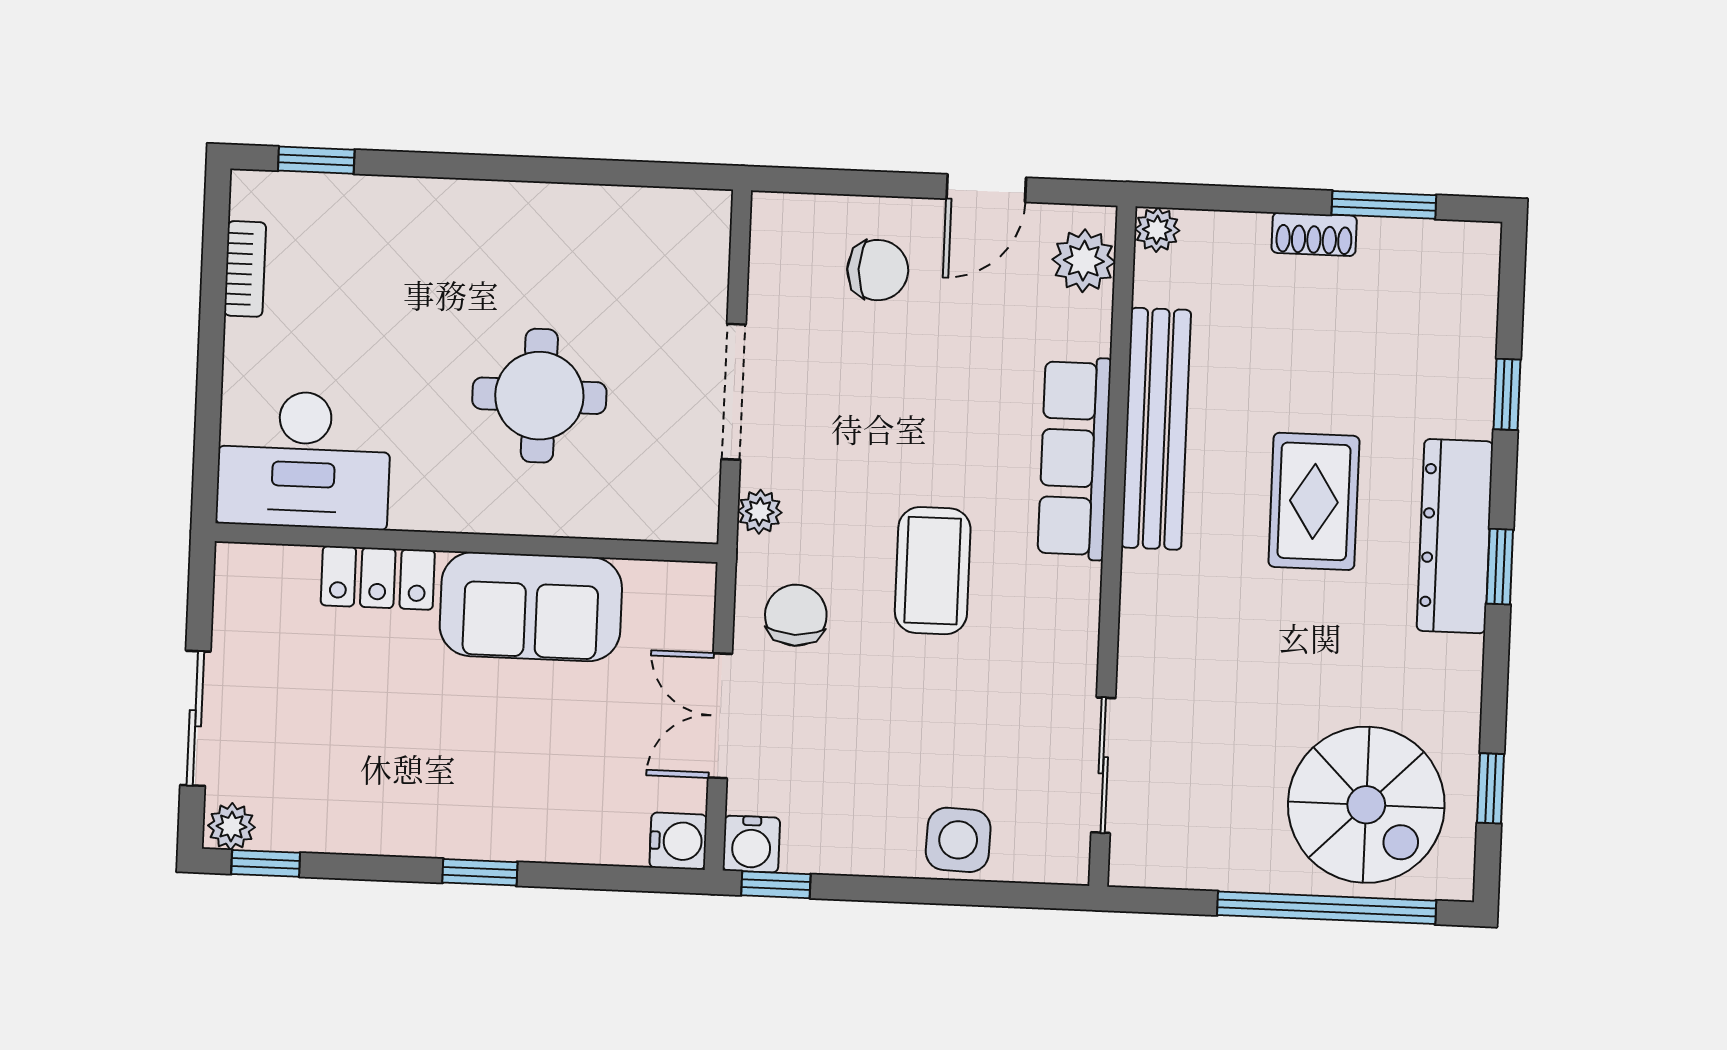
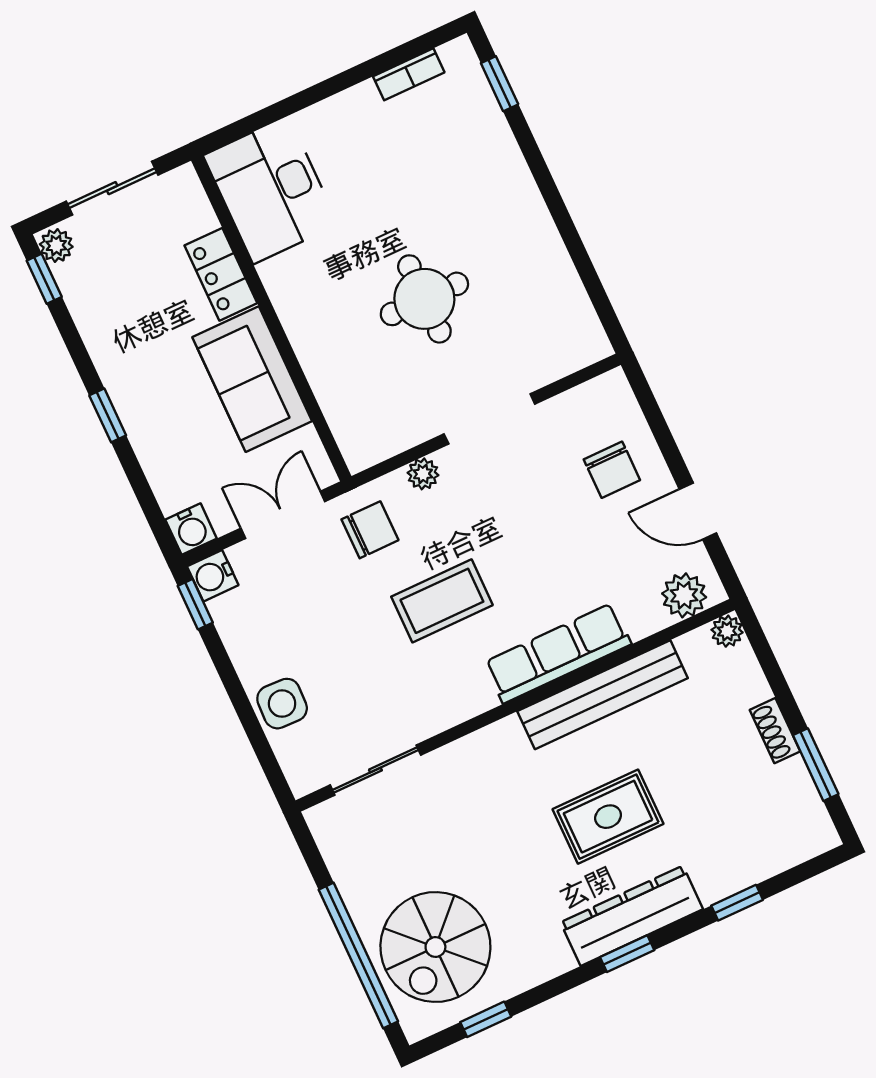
desk: (304, 460) -> (271, 190), moved
wall: (467, 543) -> (271, 318), moved
locker: (378, 578) -> (221, 274), moved
sofa: (531, 607) -> (252, 379), moved

